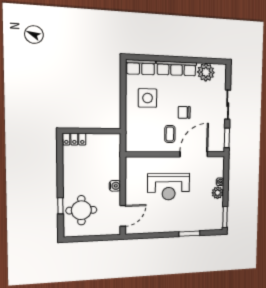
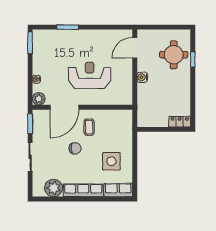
plant: (218, 193) -> (39, 99), moved

